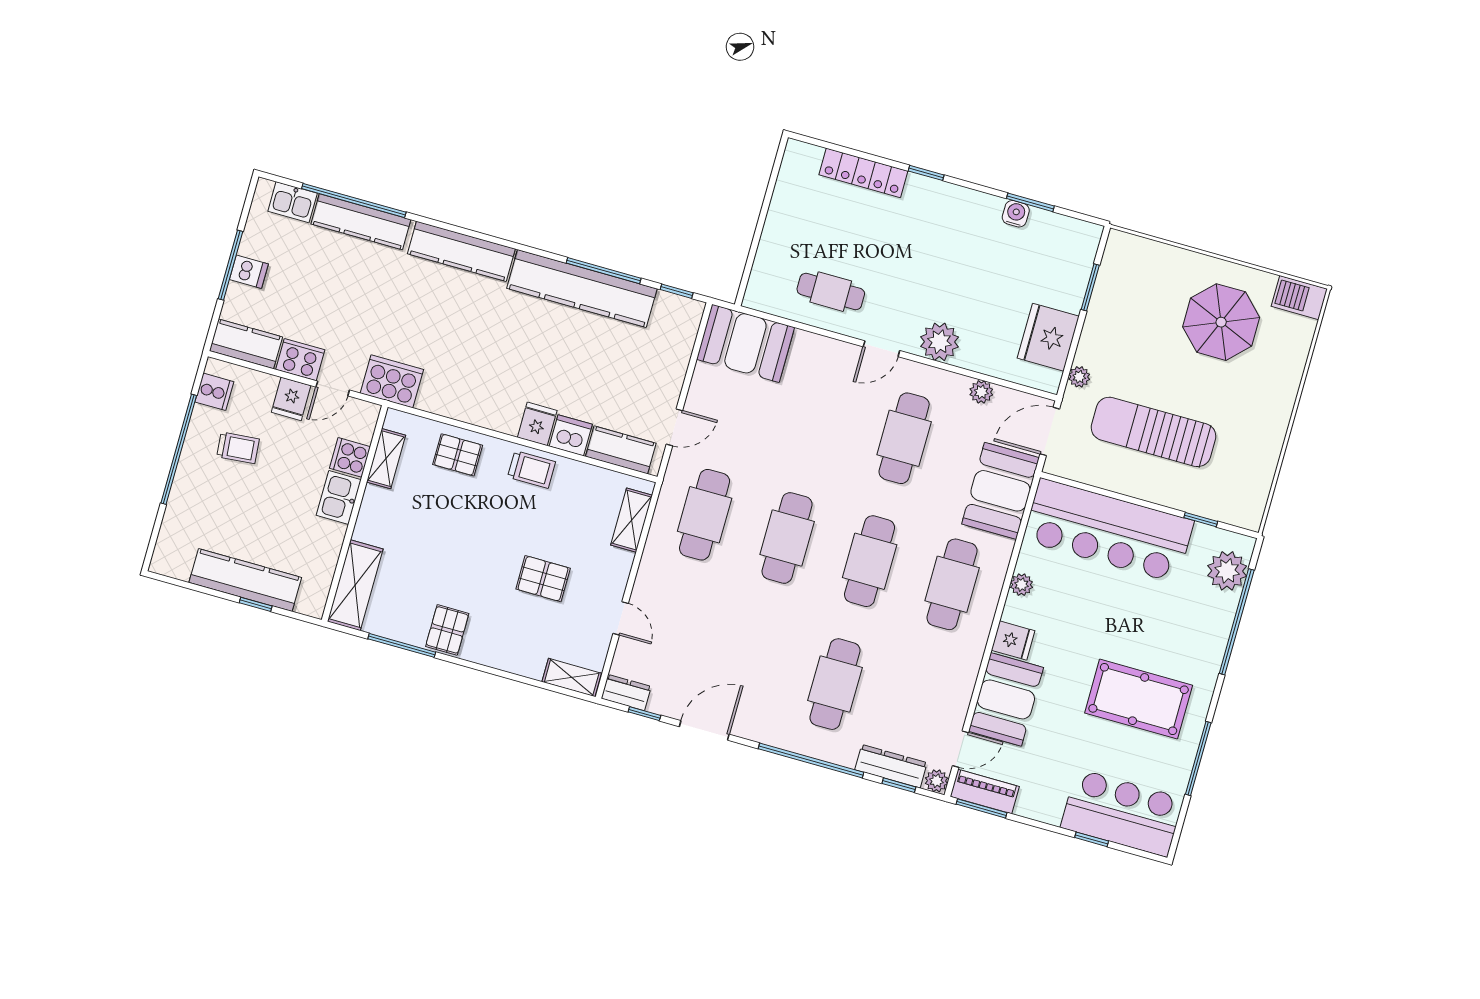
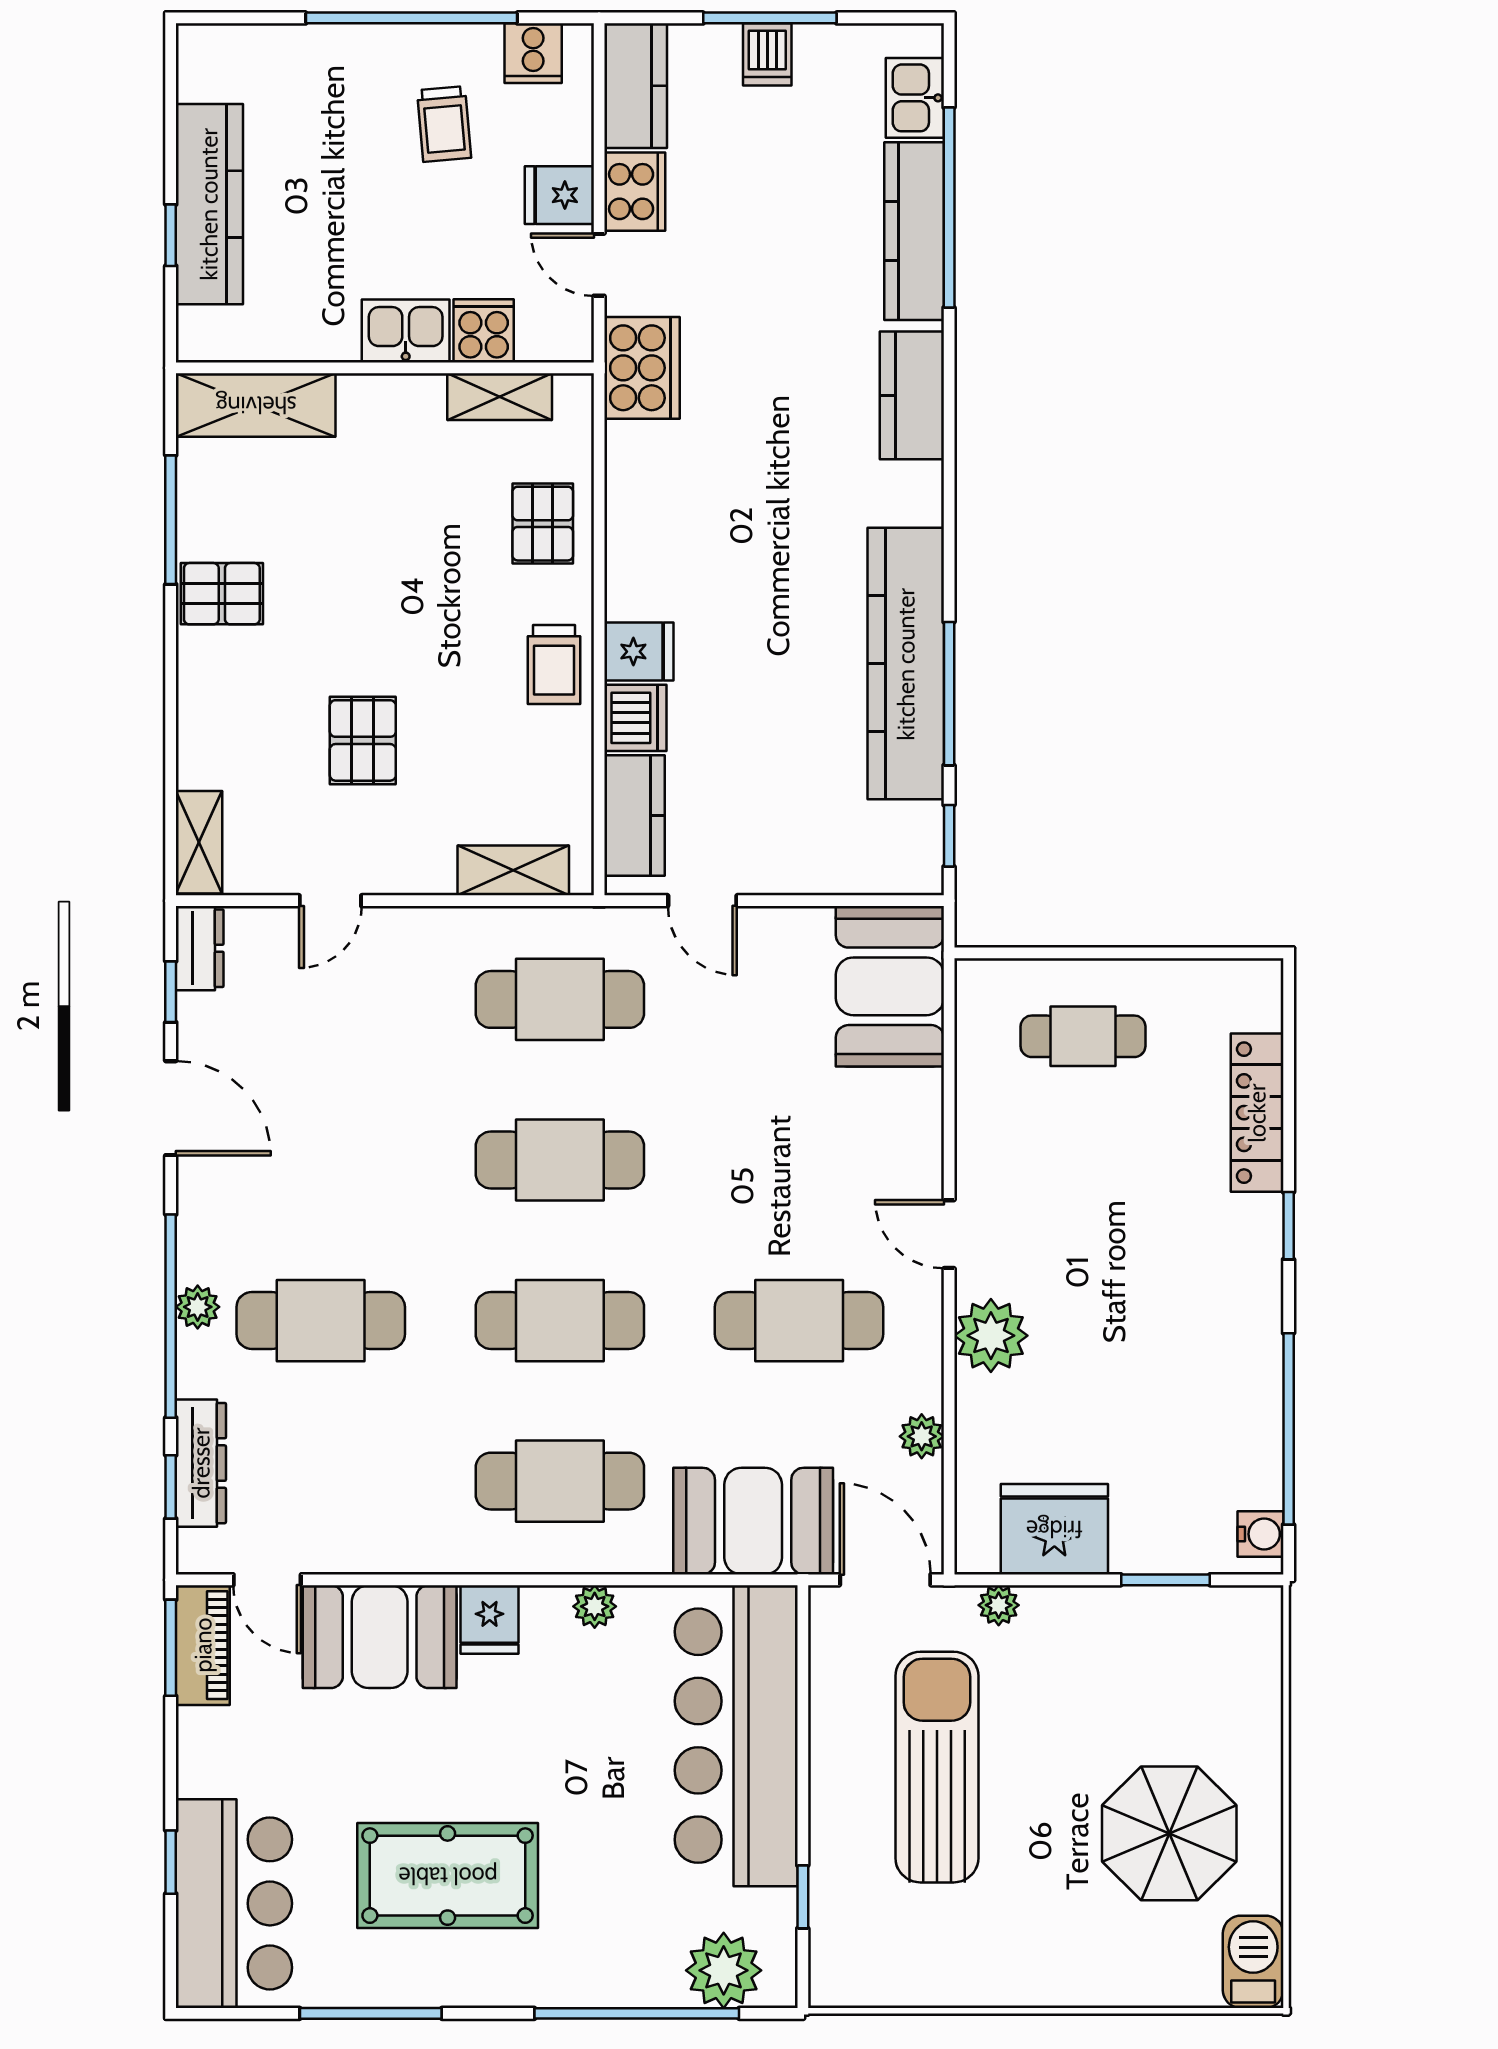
window: (1030, 202) -> (1289, 1429), width x2.11
water cooler: (1016, 214) -> (1260, 1534), moved
kitchen counter: (461, 251) -> (912, 395), width x0.67
cafe table: (831, 292) -> (1083, 1036), moved, turned 90
pool table: (1139, 699) -> (448, 1876), turned 90
plant: (937, 781) -> (198, 1307), moved

